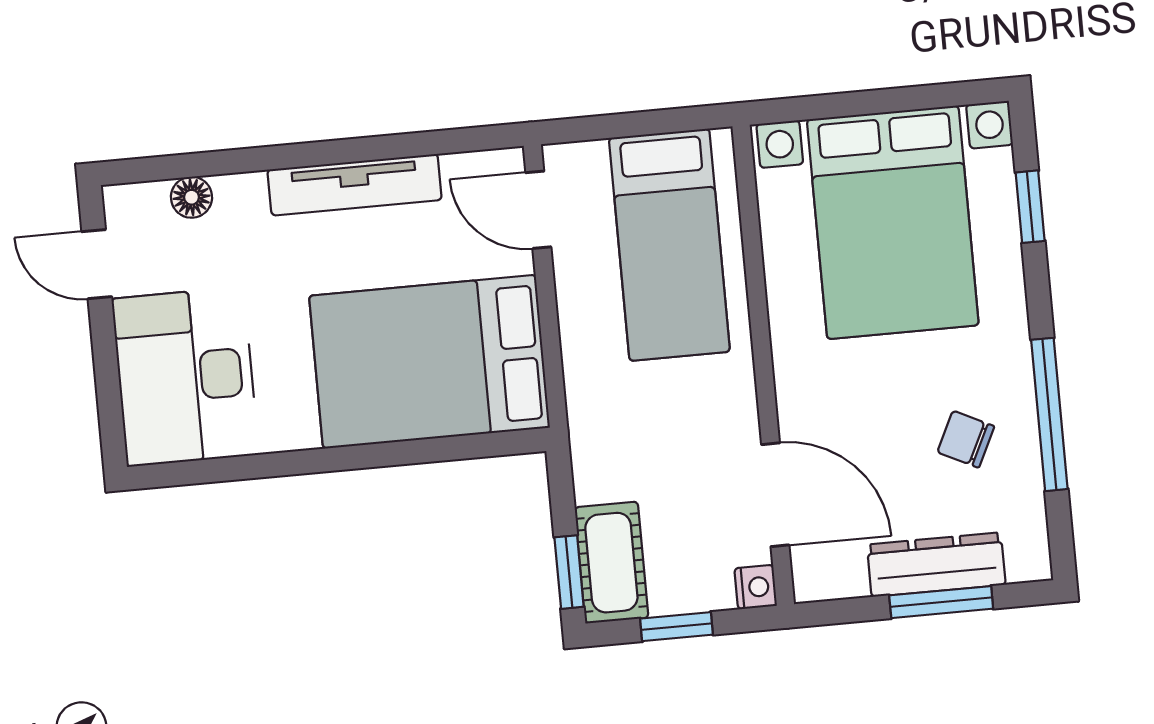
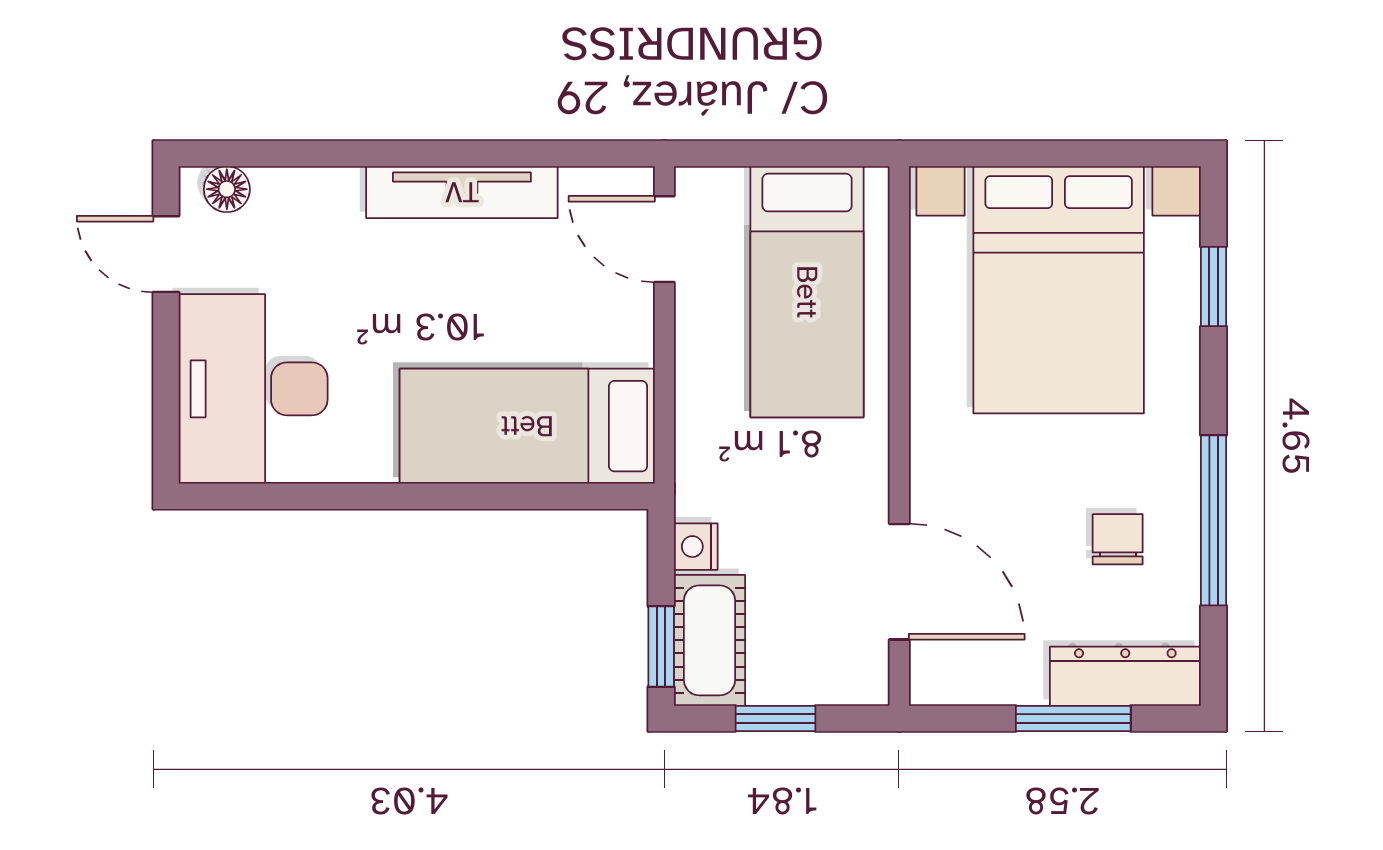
floor lamp: (192, 197) -> (227, 189), moved
bed: (429, 362) -> (527, 426), width x0.67
chair: (966, 439) -> (1118, 539), turned 64
dresser: (936, 565) -> (1125, 676), moved
nightstand: (756, 587) -> (696, 547), moved, turned 180

